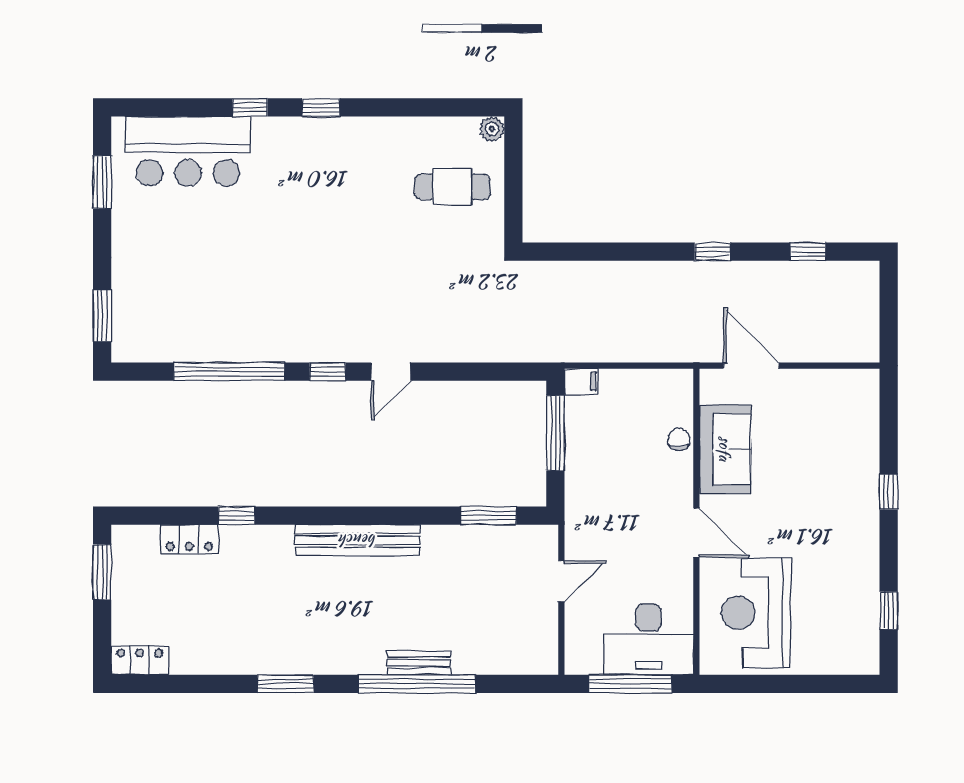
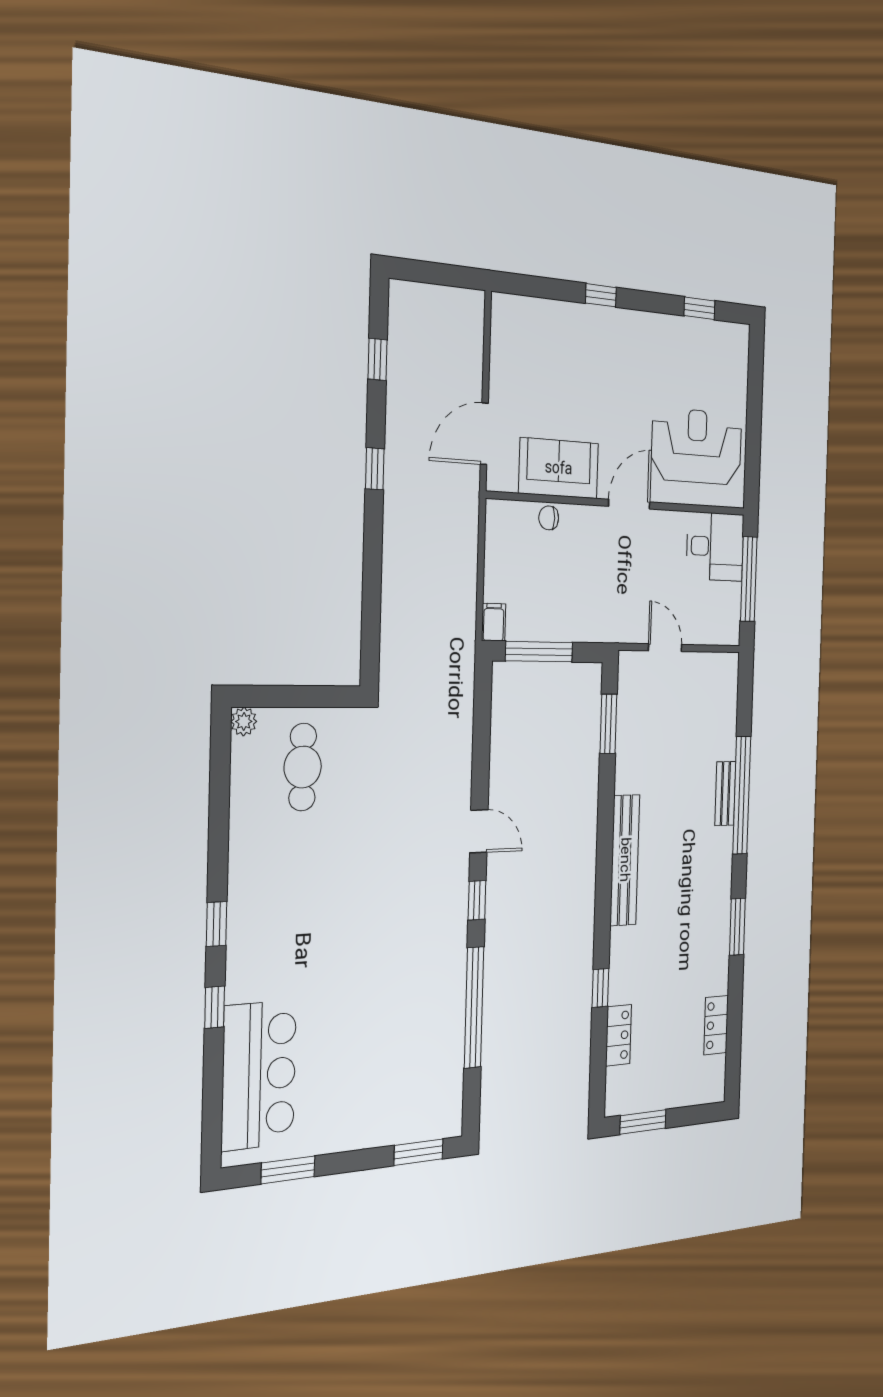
reception desk: (756, 613) -> (697, 446), turned 180
desk: (649, 640) -> (715, 547), width x0.73
locker: (140, 660) -> (716, 1025), moved

